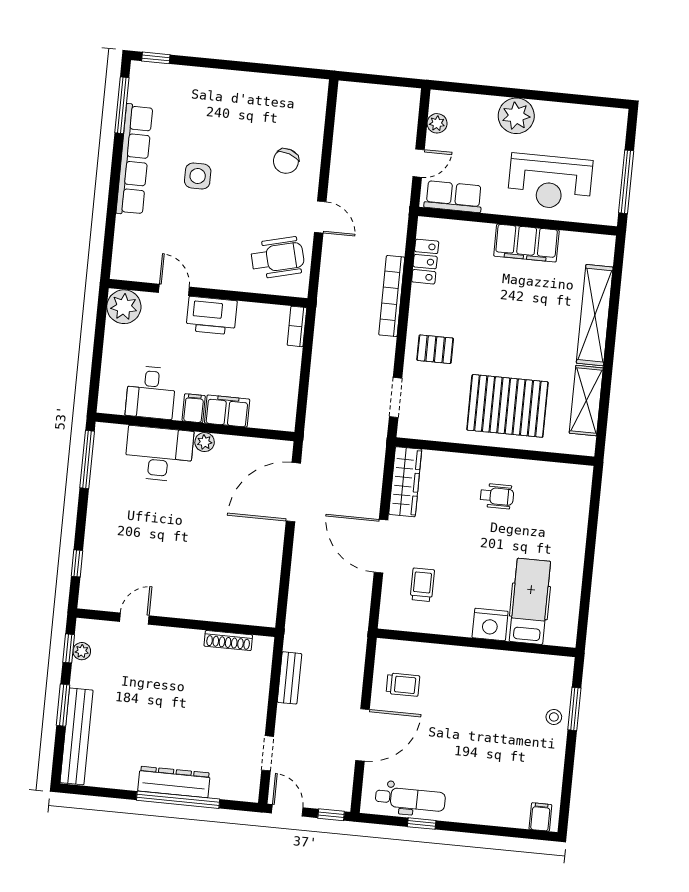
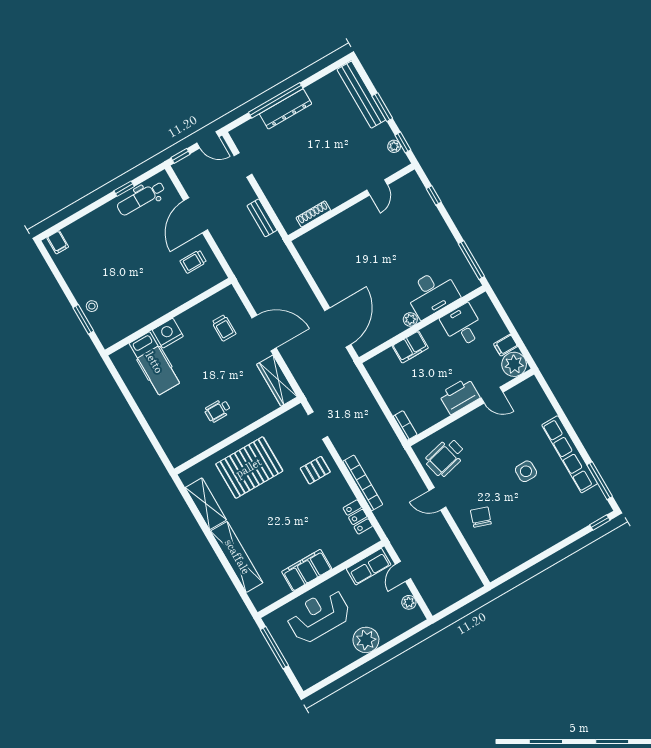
filing cabinet: (194, 408) -> (506, 345), moved, turned 90

